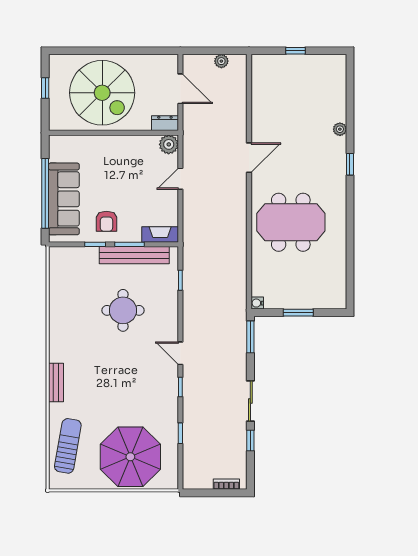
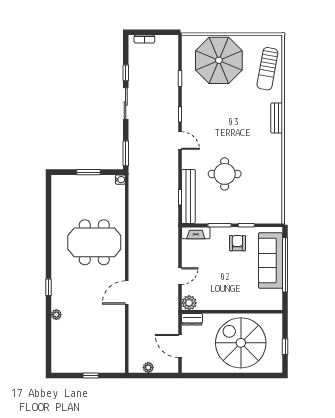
bench: (134, 255) -> (188, 196), moved, turned 90

